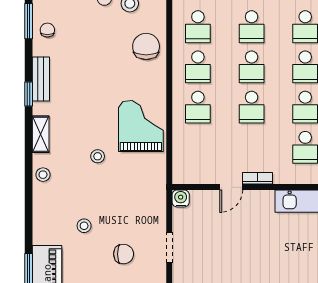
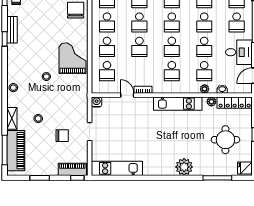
shelving: (41, 134) -> (12, 118), moved
school desk: (198, 147) -> (107, 71), added
door: (231, 187) -> (127, 95), swing flipped

